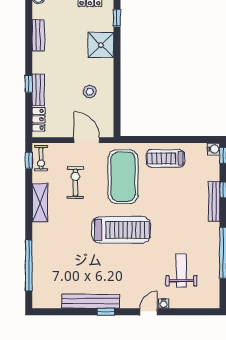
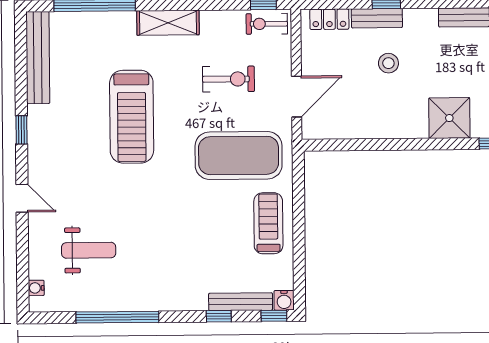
stool: (90, 92) -> (388, 63), moved
bench: (214, 201) -> (241, 302), moved
shelving: (40, 203) -> (168, 23), moved
treadmill: (121, 230) -> (132, 117), moved
bench: (91, 301) -> (38, 58), moved
water cooler: (164, 303) -> (36, 288), moved

